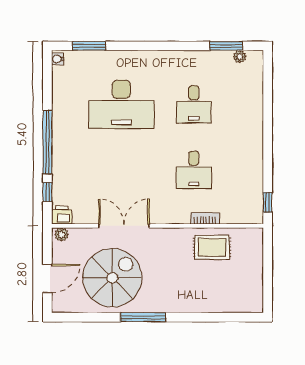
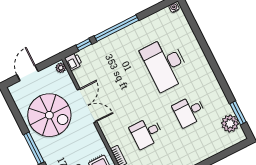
window: (89, 46) -> (193, 24), removed
plant: (240, 57) -> (230, 123), width x1.87, depth x1.87
door: (47, 278) -> (28, 73), swing flipped

